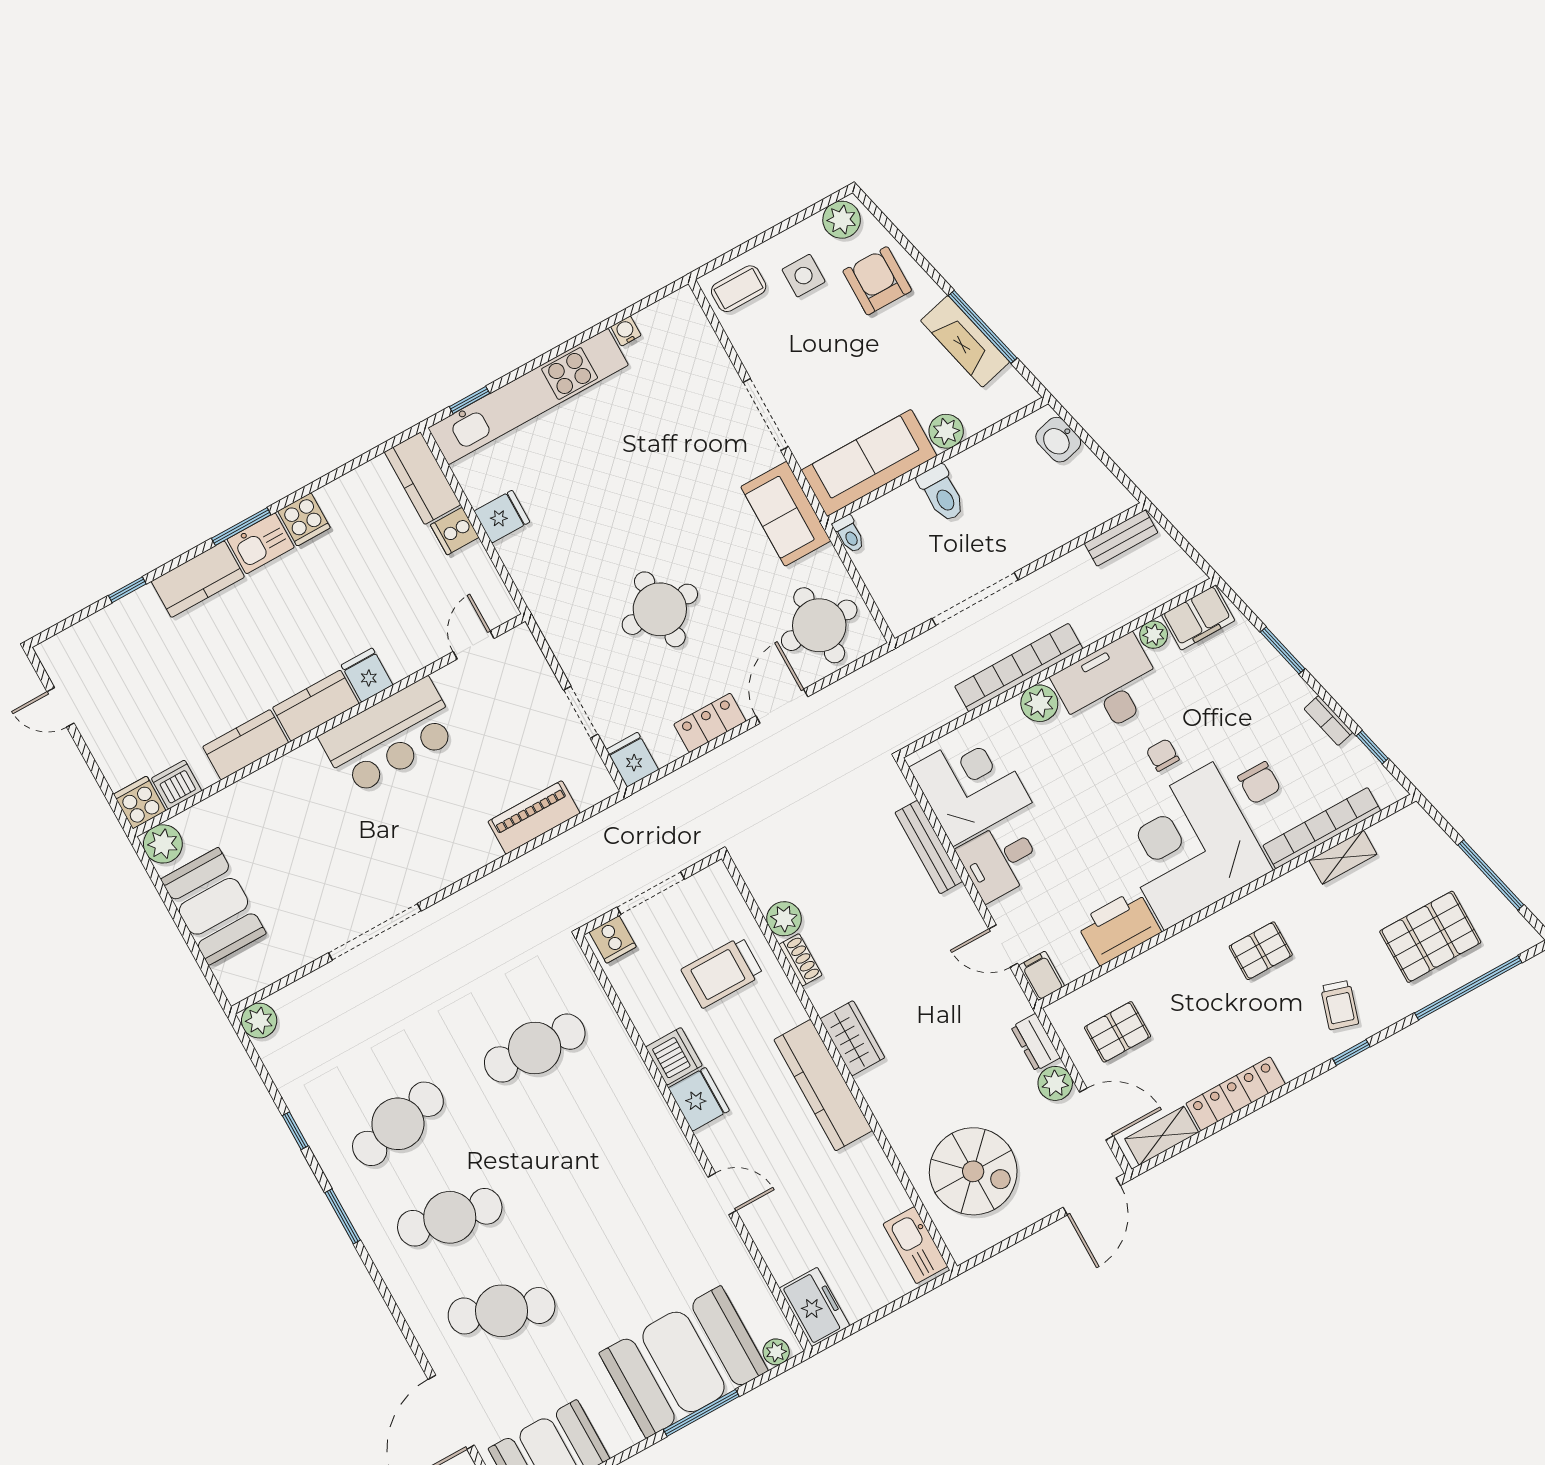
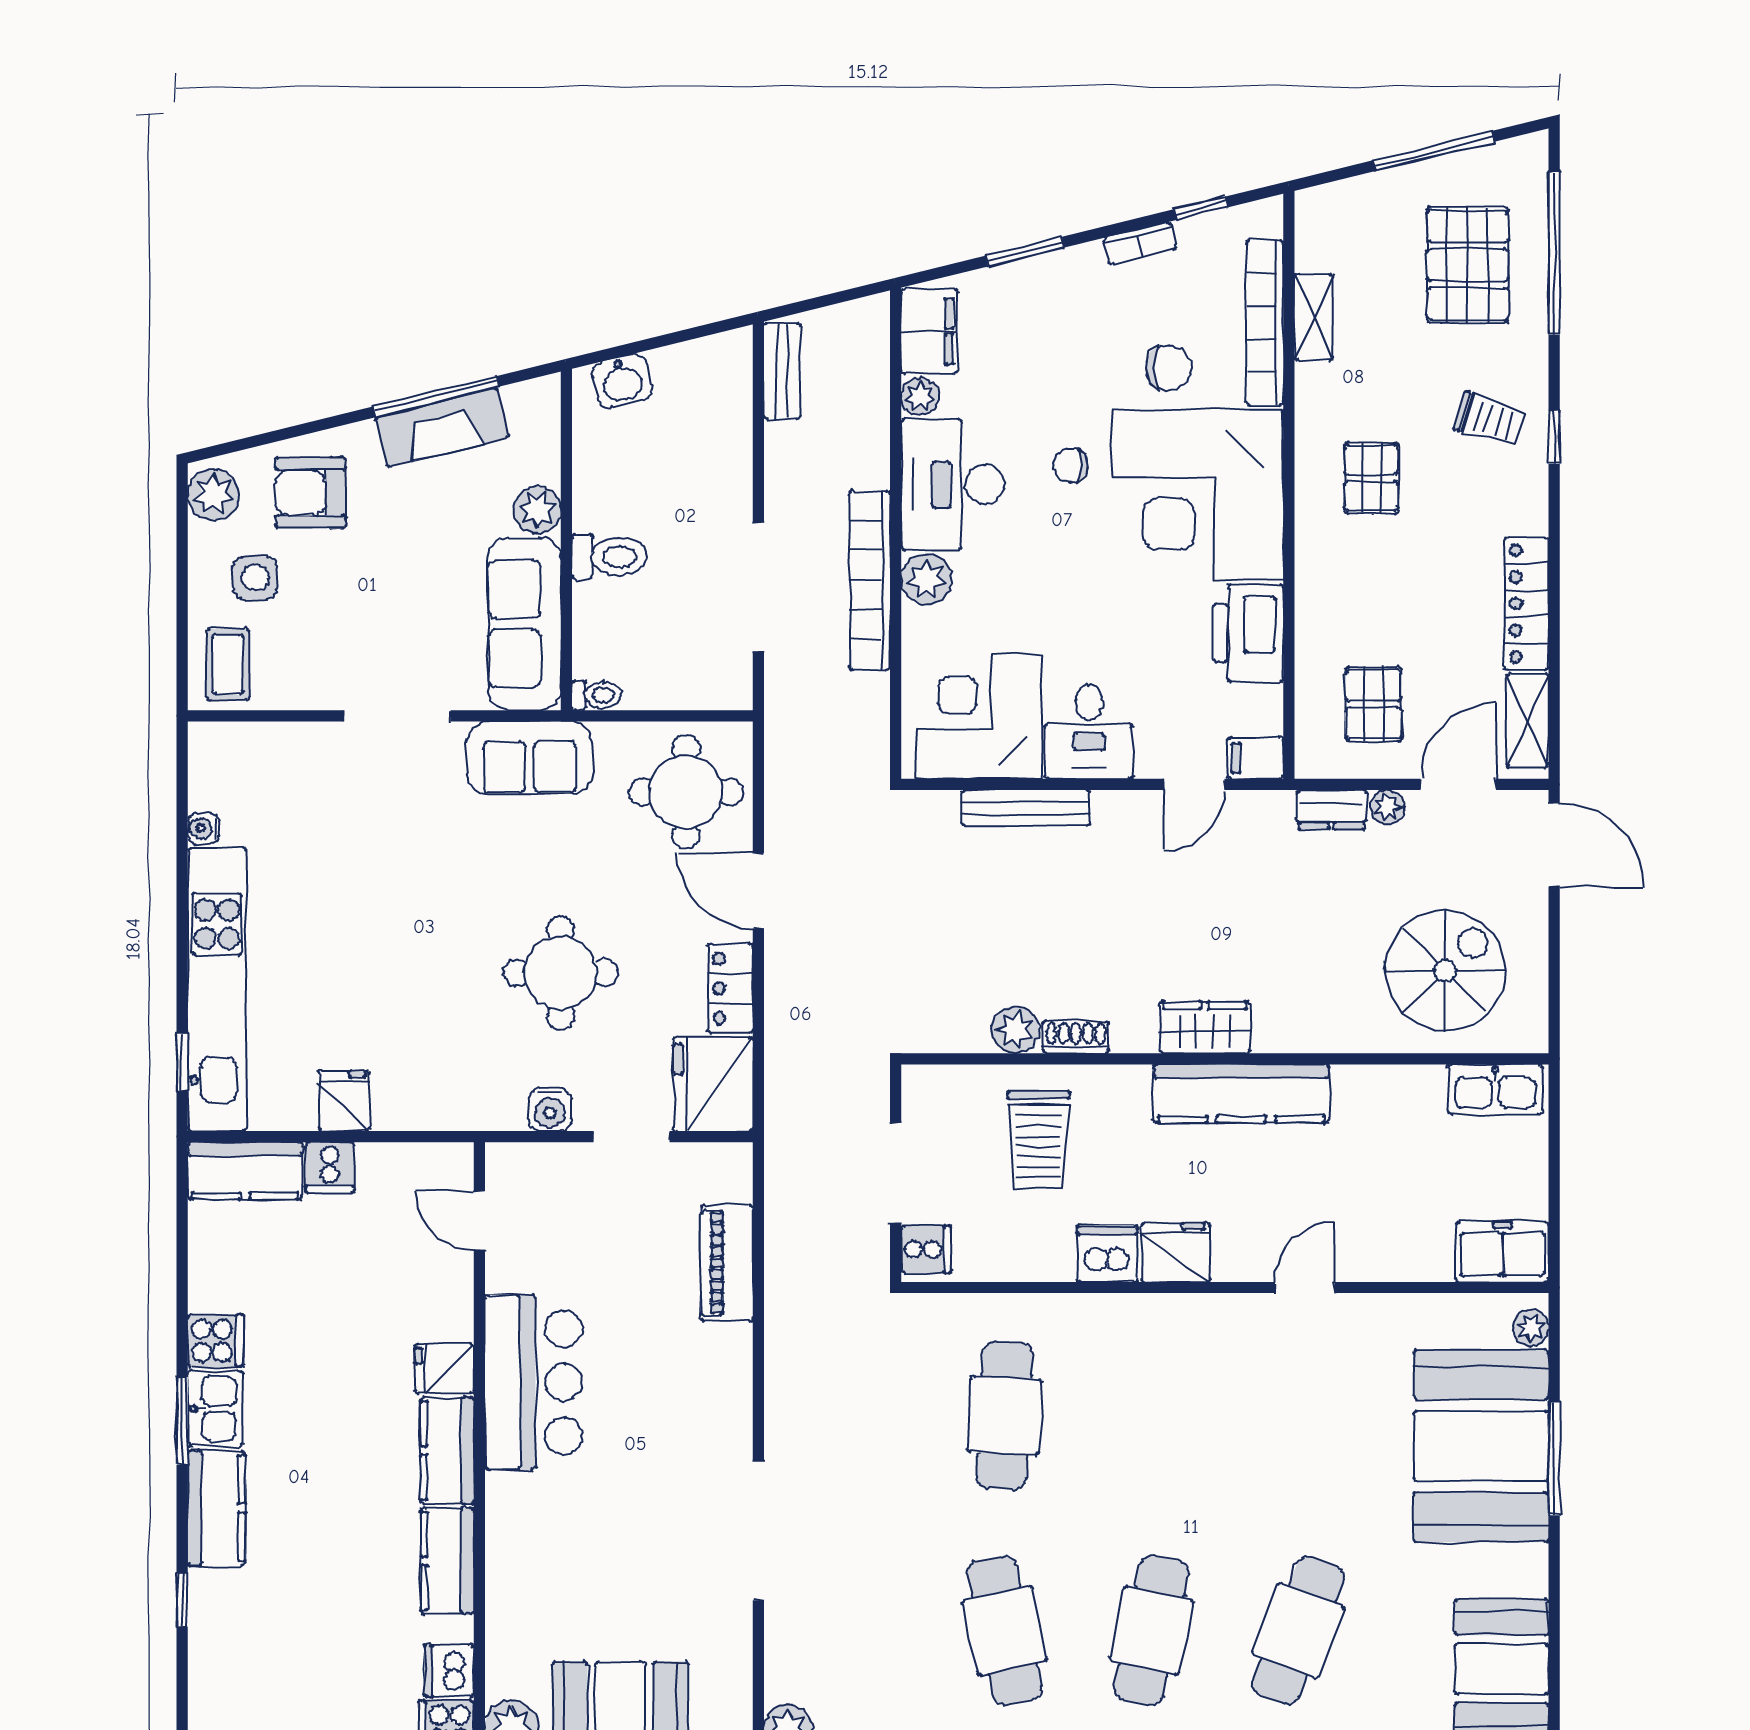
water cooler: (569, 651) -> (550, 1110), added
fridge: (632, 760) -> (713, 1084), width x1.88, depth x1.34
plant: (1055, 1083) -> (1388, 807), width x0.73, depth x0.73

